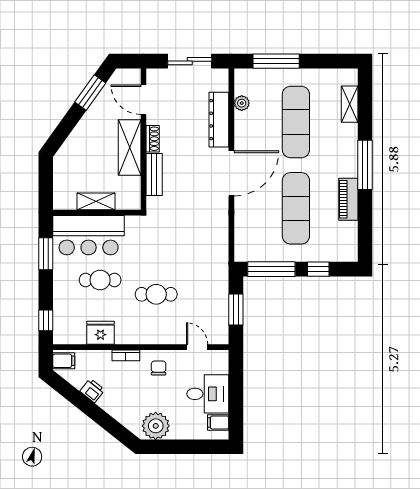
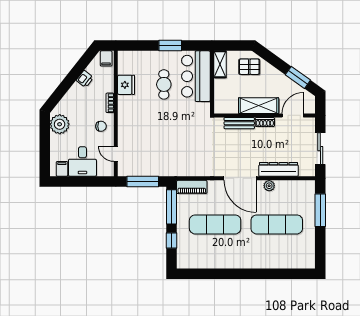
plant: (242, 103) -> (269, 186), moved
shelving: (350, 104) -> (290, 263), removed
pallet: (75, 160) -> (249, 67), added
window: (365, 165) -> (246, 274), removed
piano: (348, 199) -> (192, 187), moved, turned 180
shelving: (96, 201) -> (220, 64), moved
window: (46, 254) -> (170, 46), moved
cafe table: (156, 294) -> (154, 125), removed
window: (236, 309) -> (143, 182), width x1.44
window: (46, 320) -> (135, 46), removed
door: (197, 347) -> (116, 154), swing flipped

